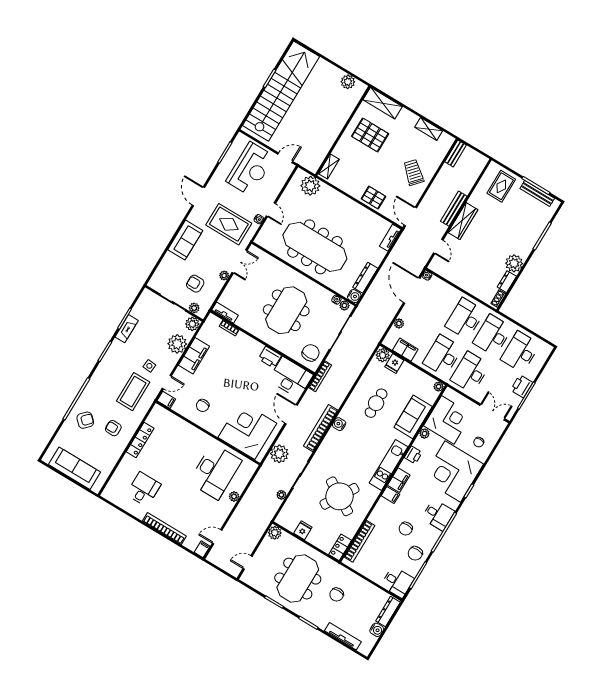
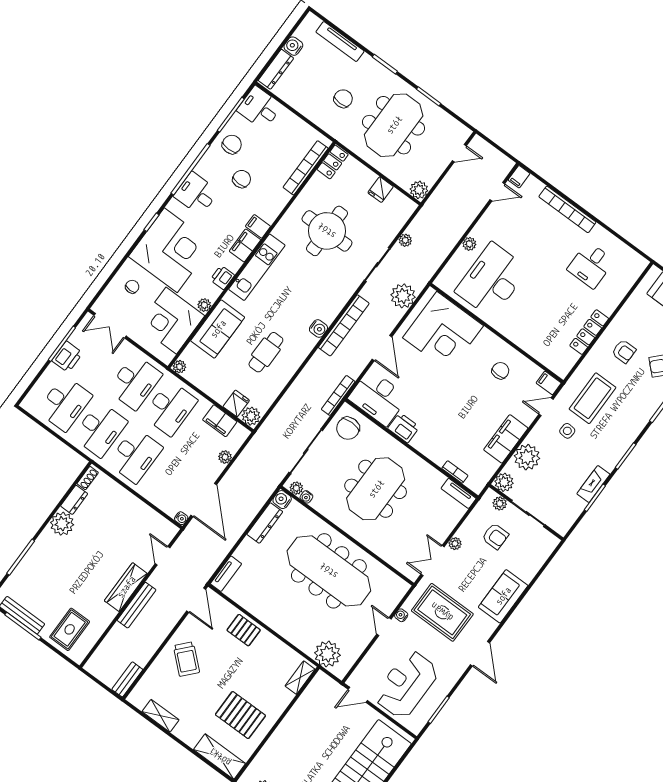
round table: (339, 496) -> (327, 231), turned -31

